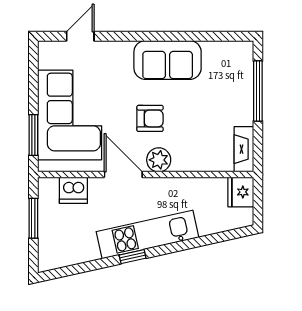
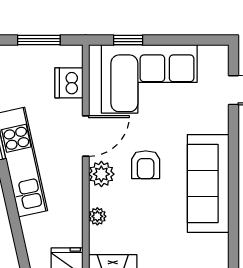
sofa: (168, 60) -> (208, 183), width x1.36
window: (33, 135) -> (128, 40), width x0.67
plant: (198, 164) -> (97, 216), added

